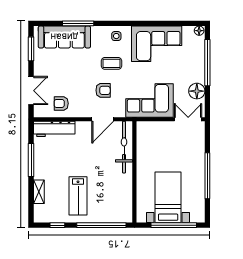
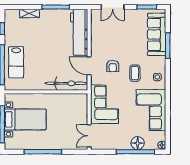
floor lamp: (197, 91) -> (138, 143), moved
armchair: (61, 103) -> (102, 32), removed
double door: (188, 119) -> (89, 136), swing flipped
workbench: (54, 129) -> (79, 32), width x1.36, depth x1.32
lab bench: (78, 196) -> (16, 62), moved, turned -90

